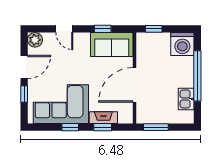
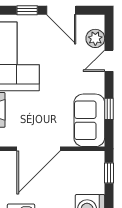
plant: (35, 40) -> (95, 38), moved
door: (134, 85) -> (39, 149), swing flipped

